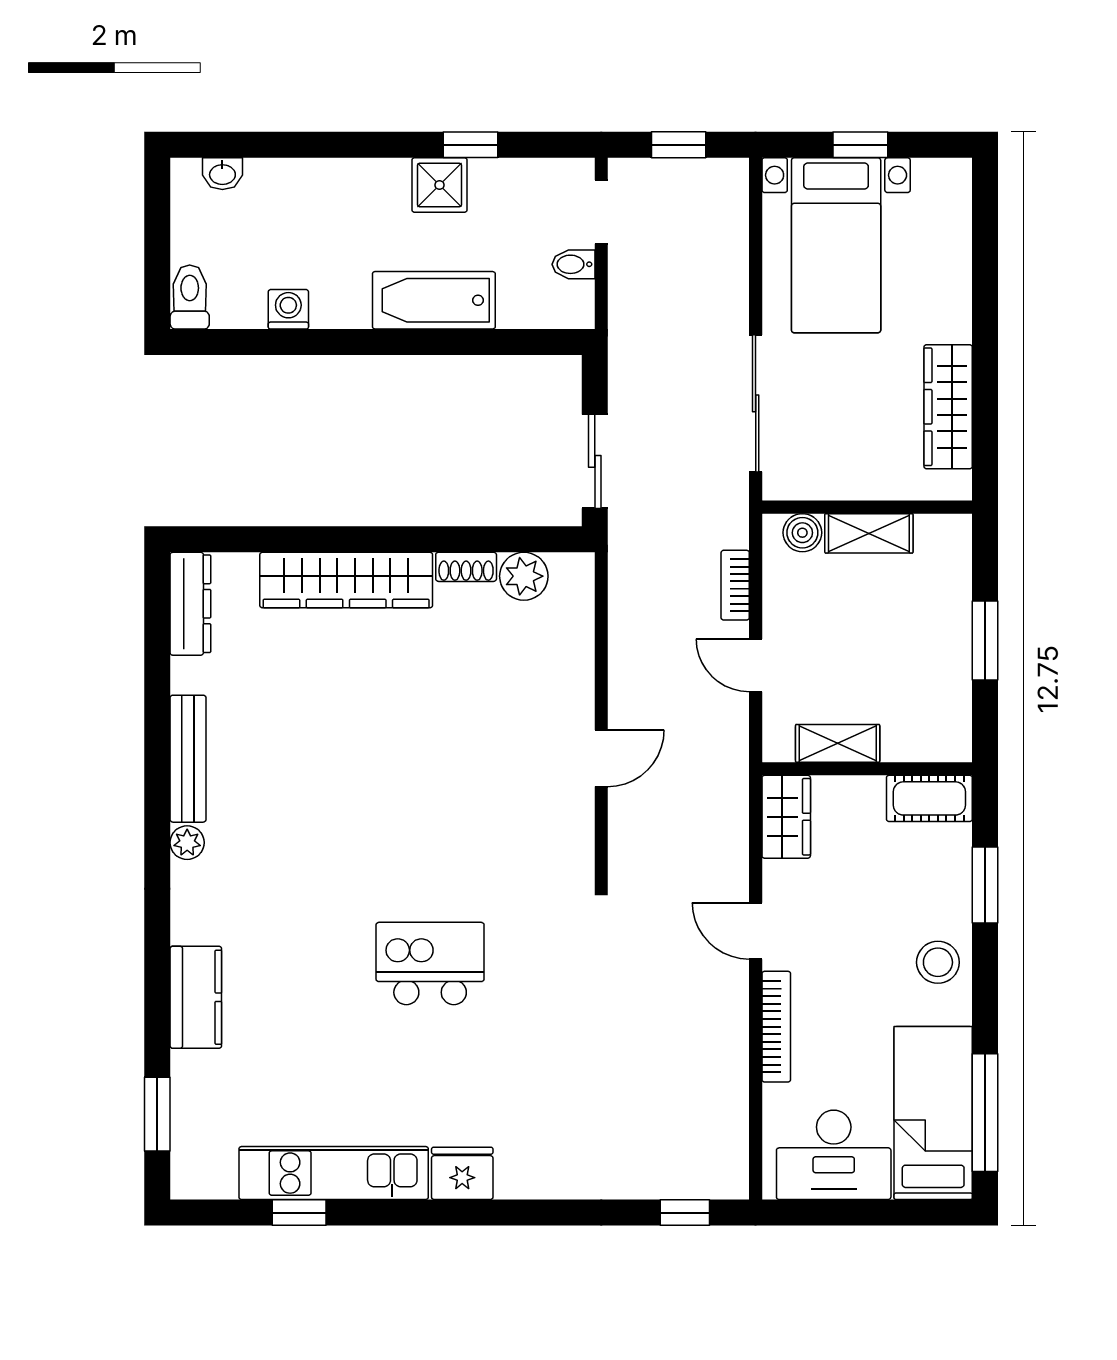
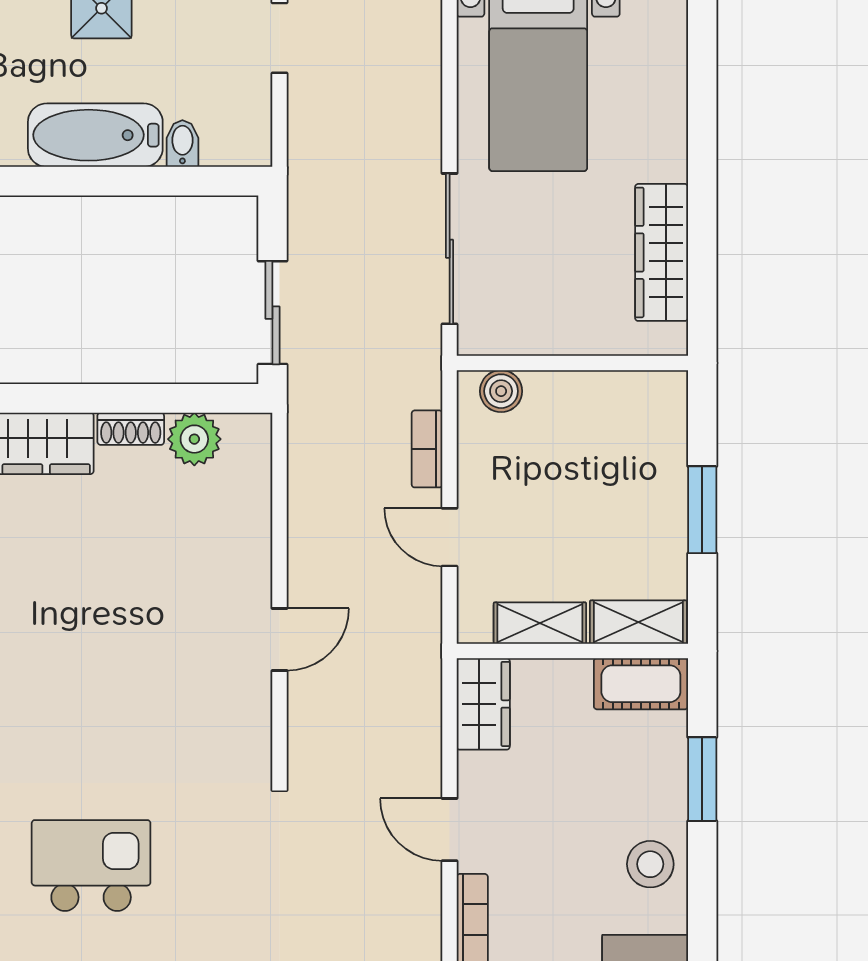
bidet: (573, 264) -> (182, 144), moved, turned 90
shelving: (869, 533) -> (638, 622), moved

